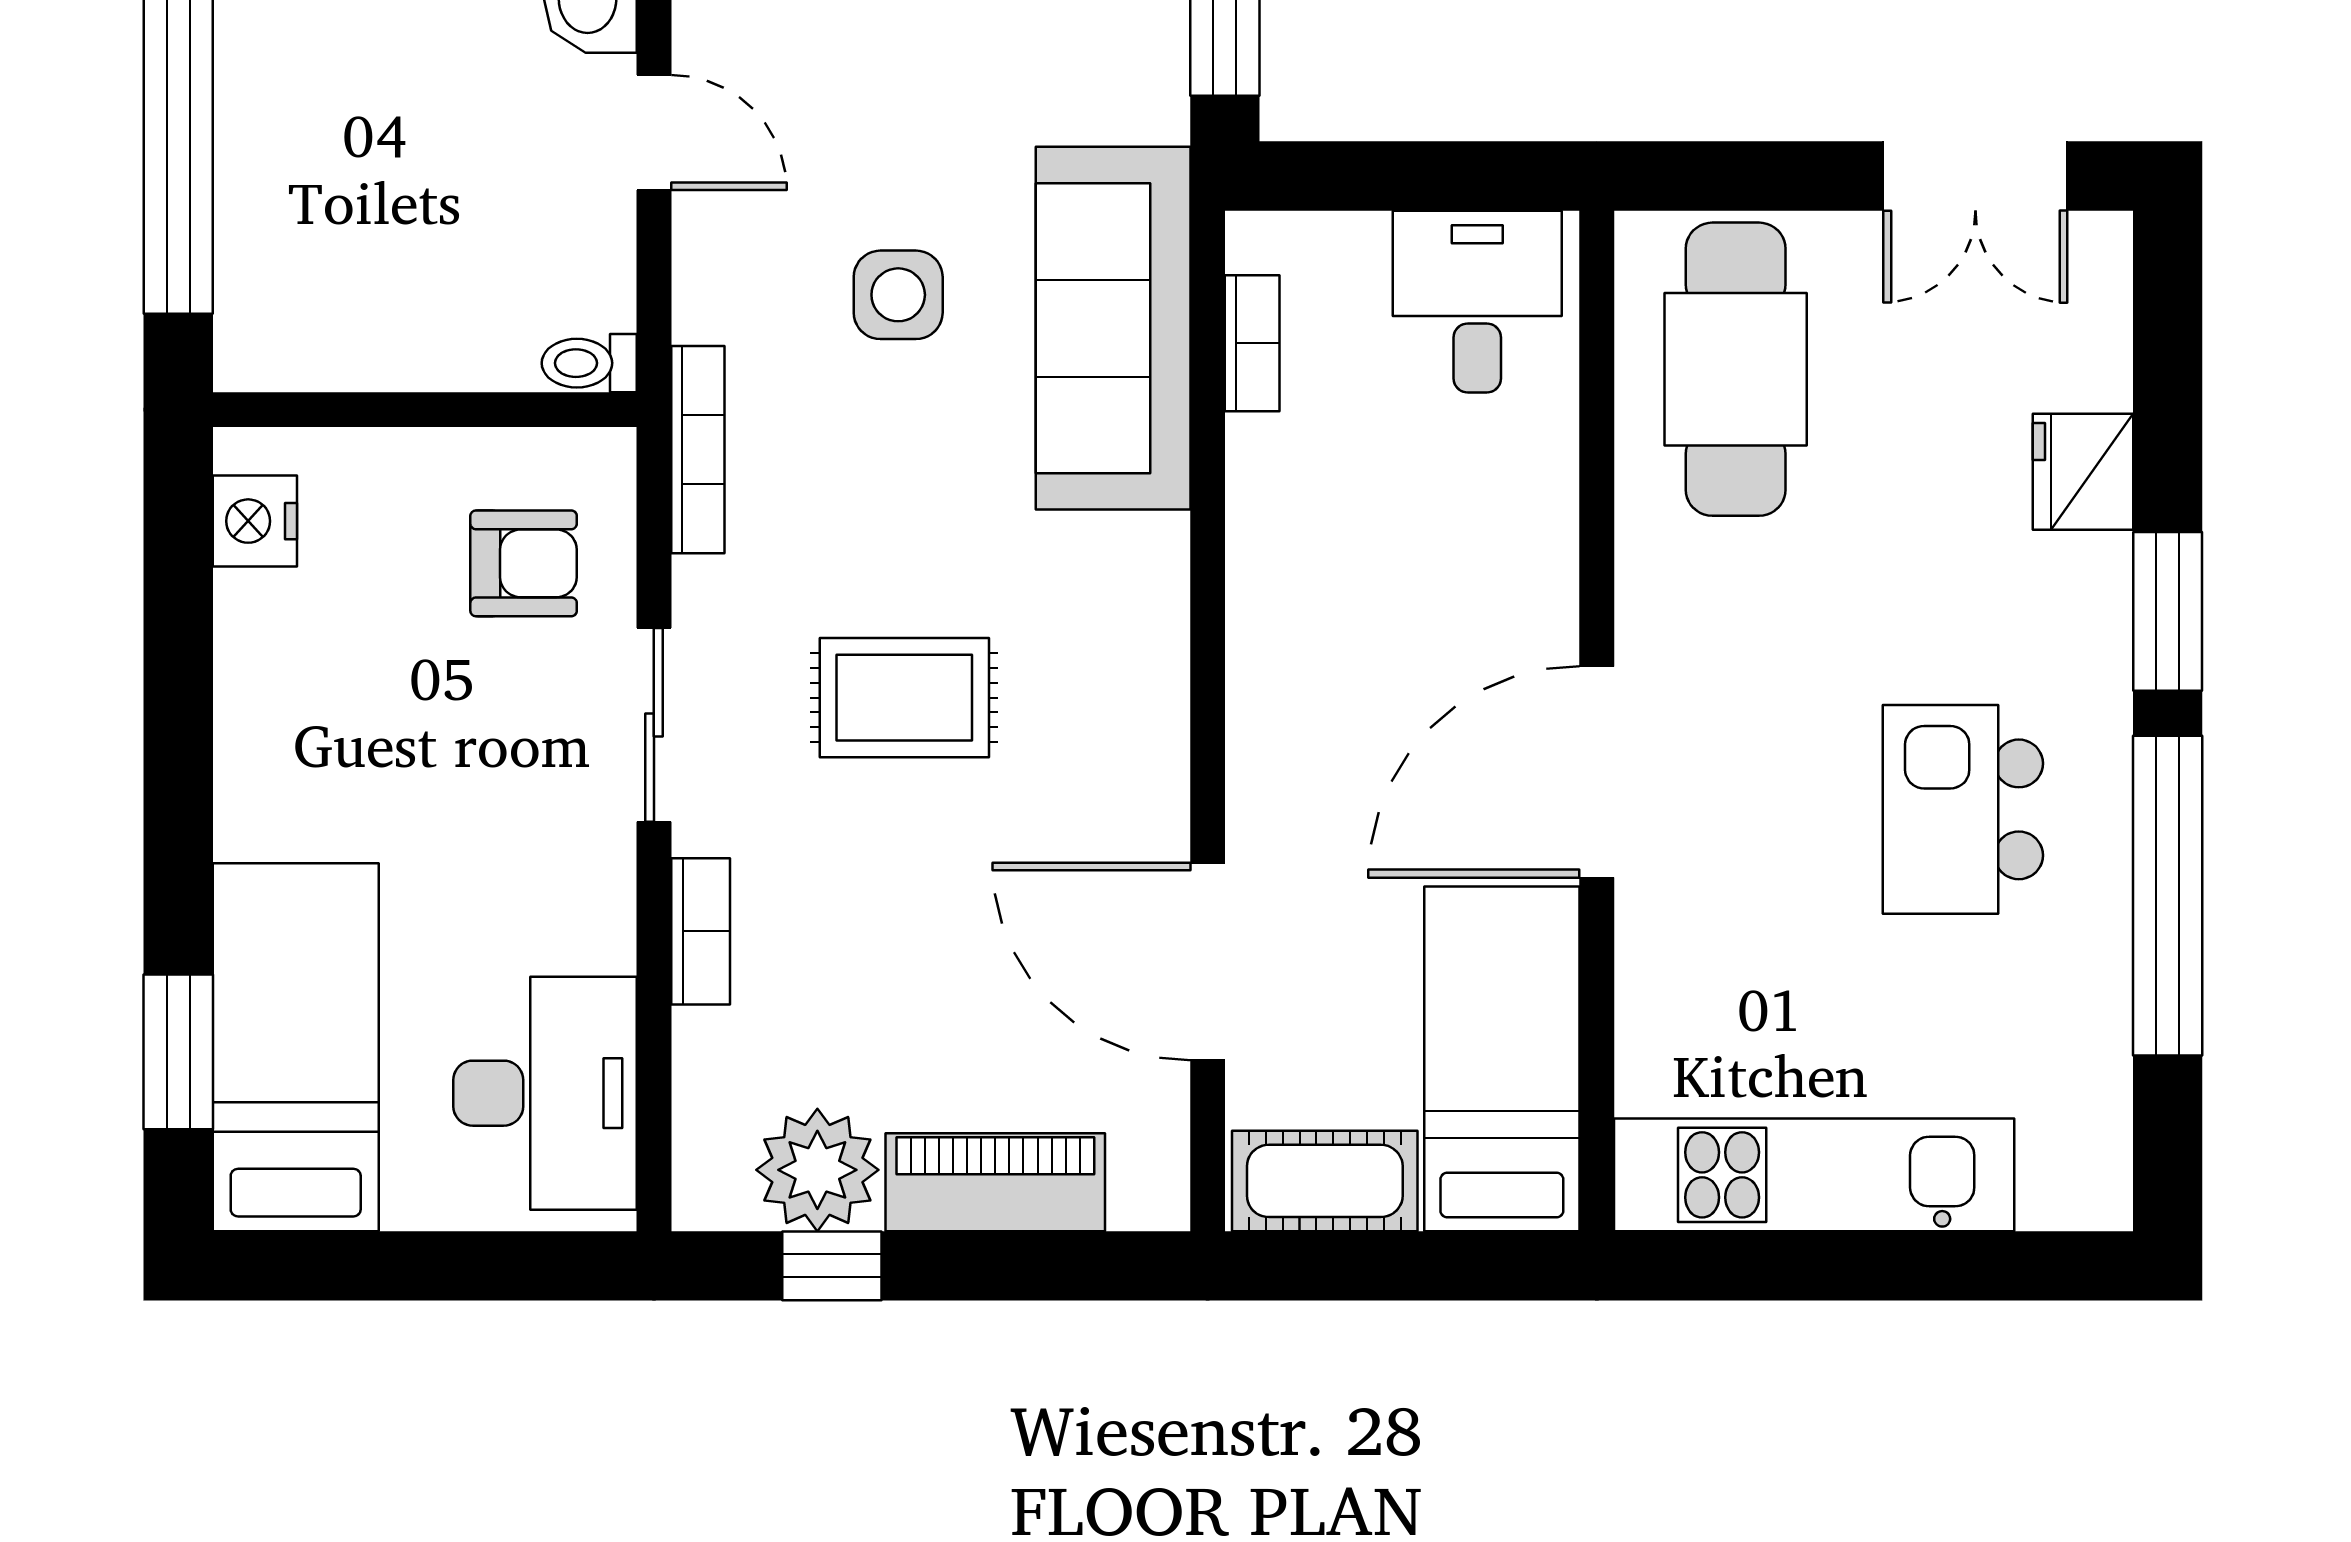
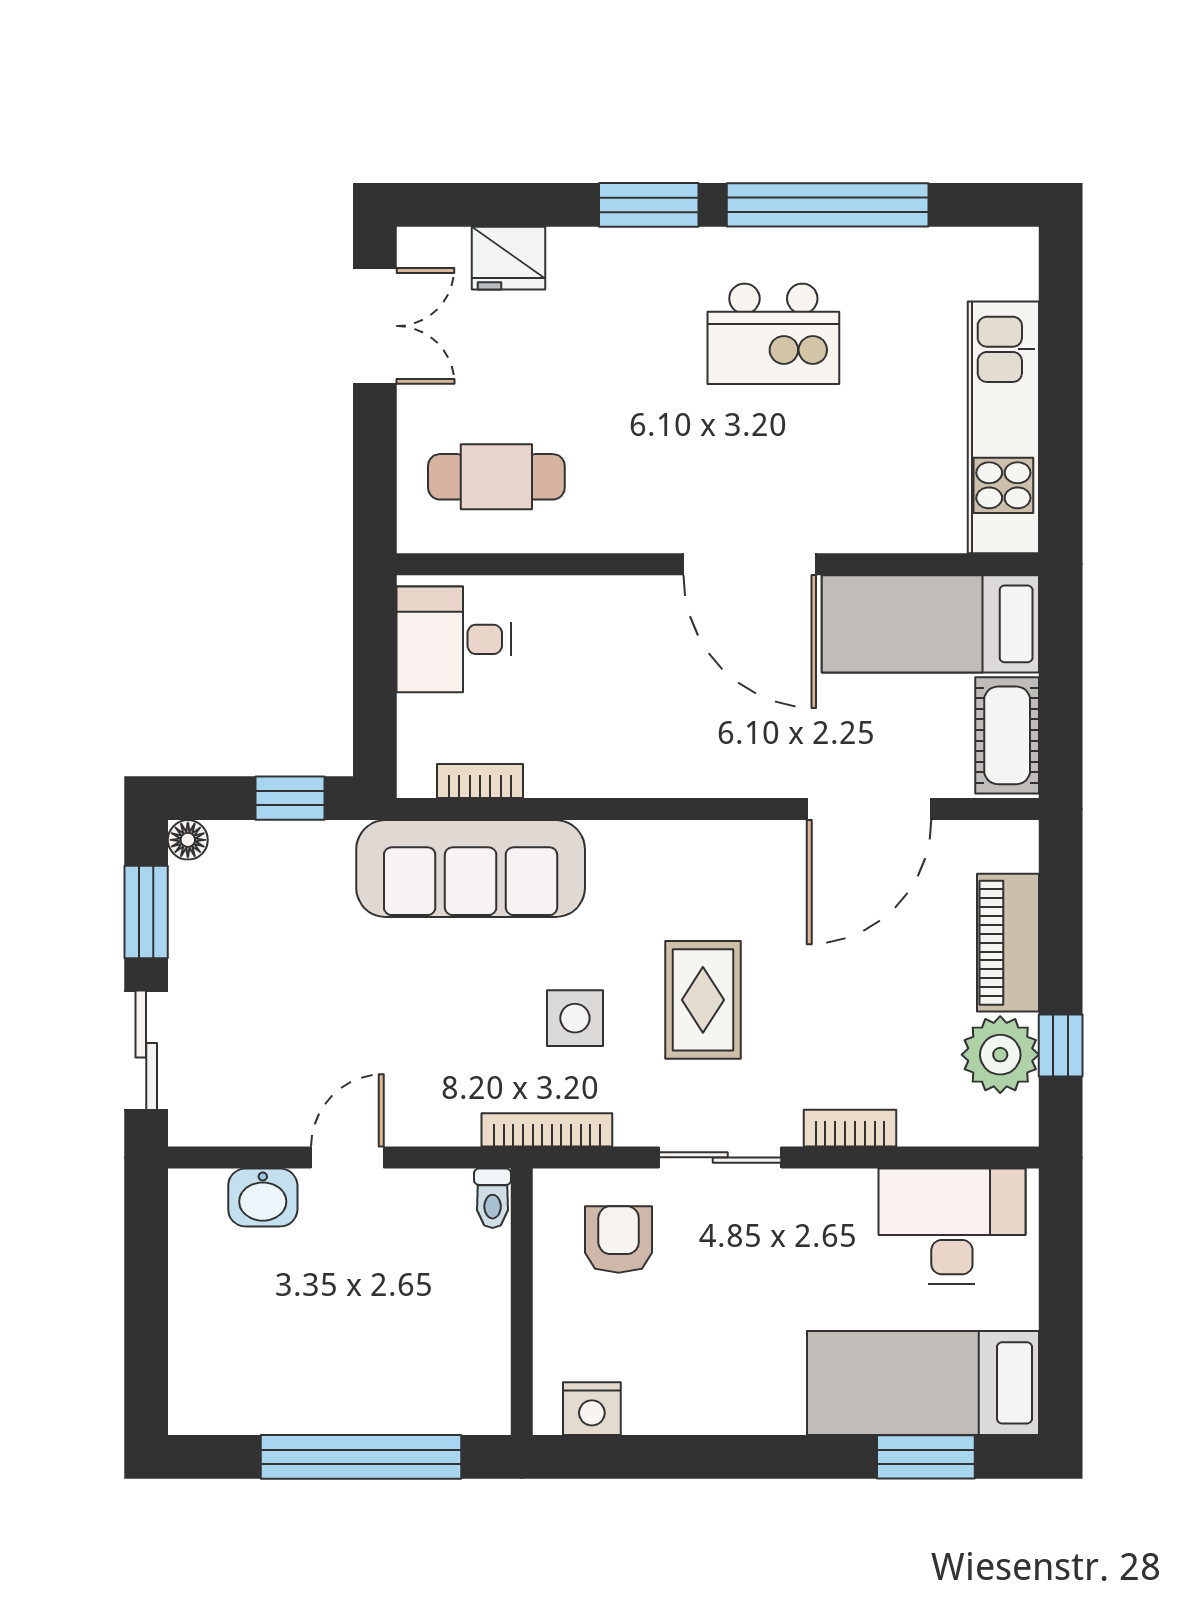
side table: (898, 295) -> (575, 1018), moved
cafe table: (1736, 369) -> (496, 477), width x0.73, depth x0.74
fridge: (2083, 472) -> (509, 258), moved

